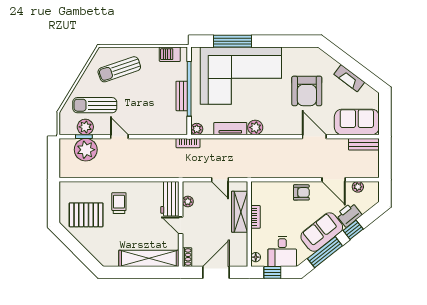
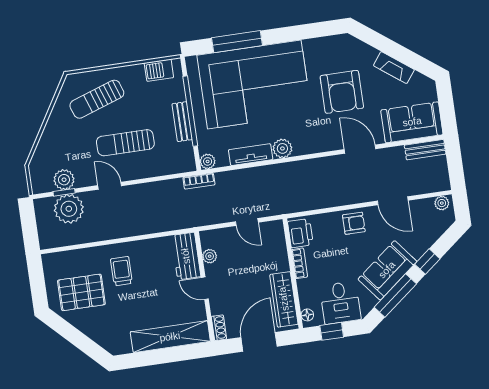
sun lounger: (95, 105) -> (125, 143), moved
plant: (358, 187) -> (442, 203), moved
wardrobe: (240, 212) -> (284, 299), moved
printer: (349, 215) -> (300, 233), moved, turned 128

